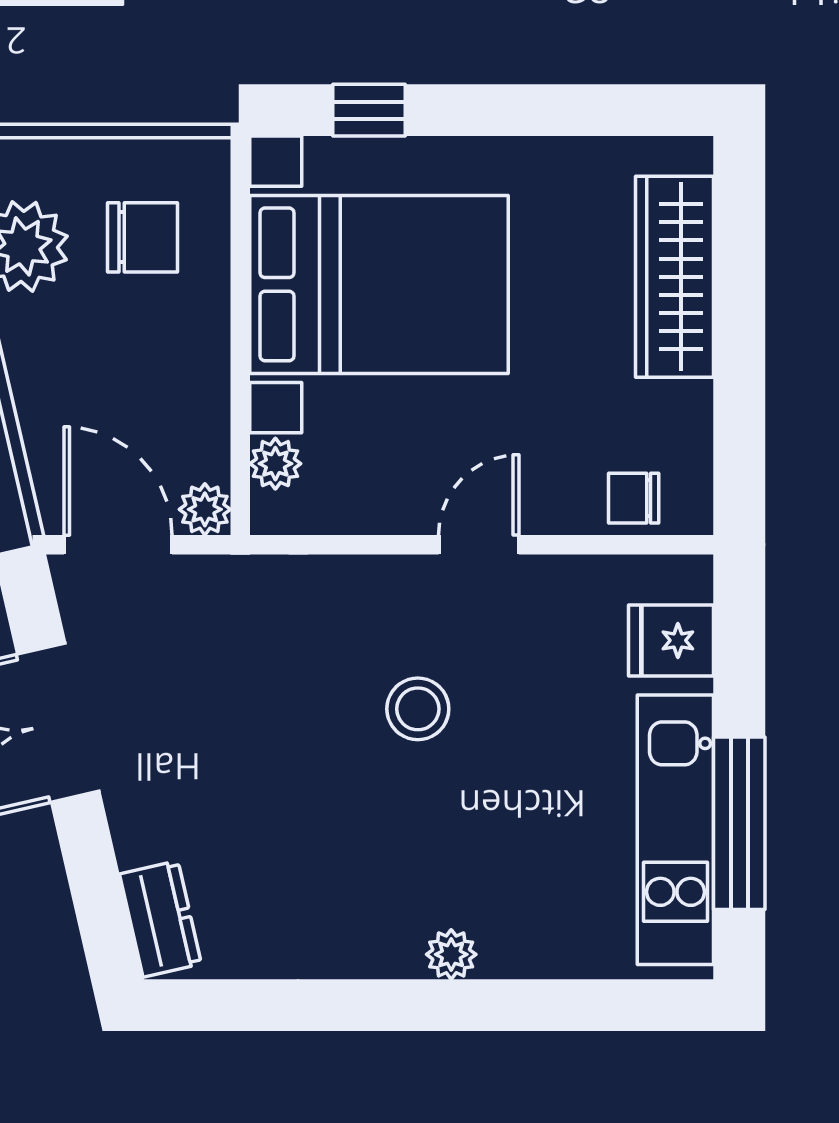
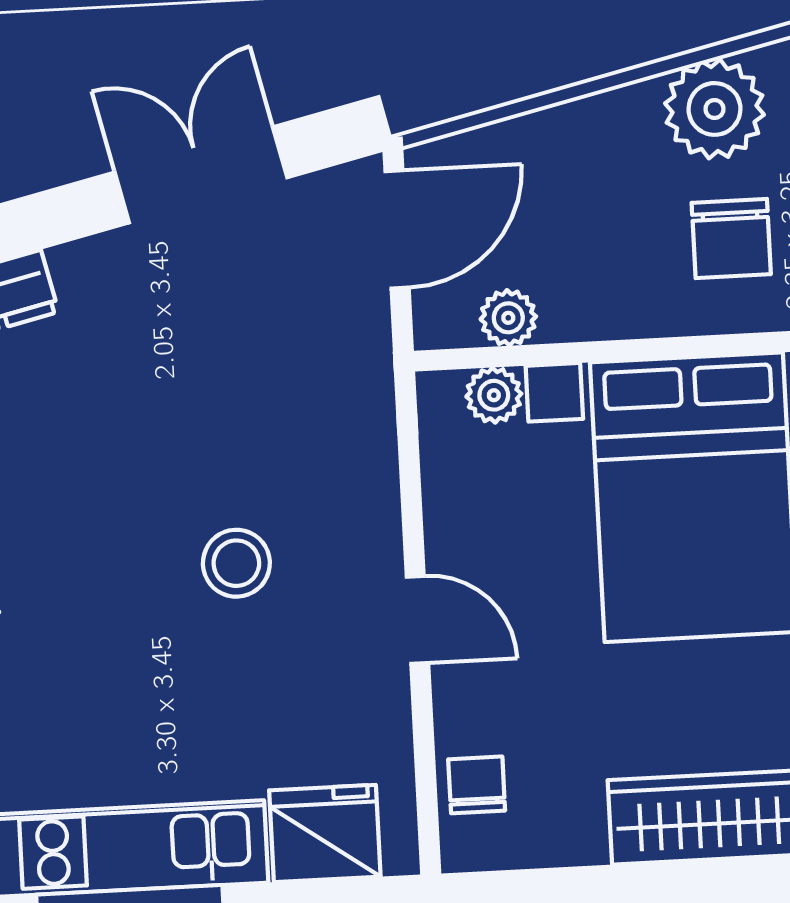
plant: (205, 509) -> (508, 318), moved
fridge: (671, 640) -> (325, 833), width x1.38

